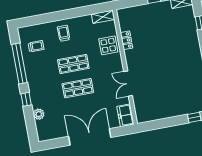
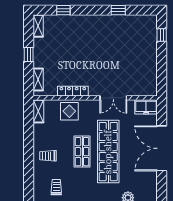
shelving: (132, 11) -> (38, 79), added
locker: (126, 40) -> (73, 91), width x1.53
shop shelf: (78, 88) -> (108, 152), width x2.00, depth x1.36

